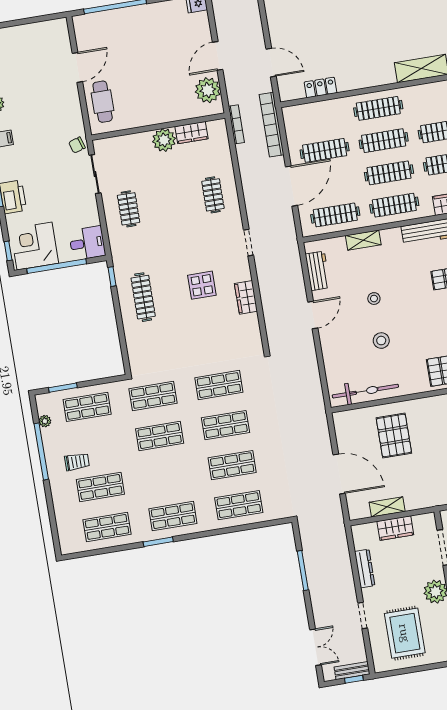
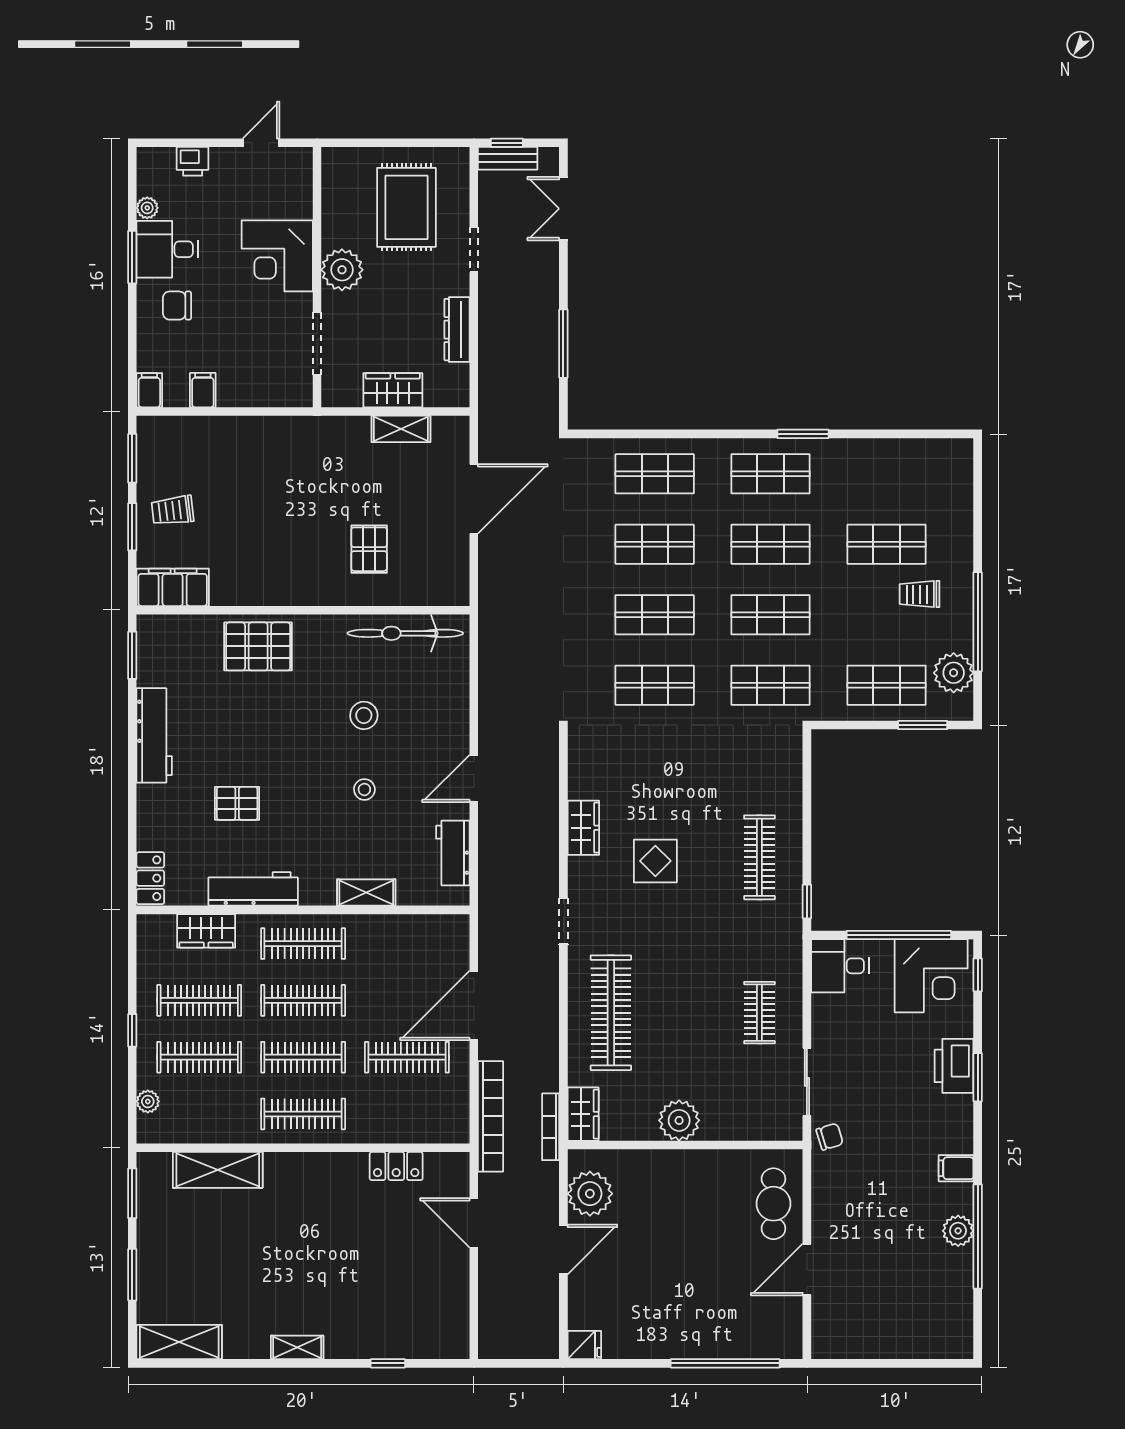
wardrobe: (192, 133) -> (583, 1114), moved, turned 90
clothes rail: (213, 195) -> (611, 1013), width x1.86, depth x1.31
clothes rail: (335, 215) -> (407, 944), removed
plant: (45, 421) -> (954, 673), width x1.87, depth x1.87
pallet: (394, 435) -> (369, 549), width x0.67, depth x0.71
door: (339, 474) -> (474, 499), swing flipped
shop shelf: (107, 527) -> (771, 544), moved

